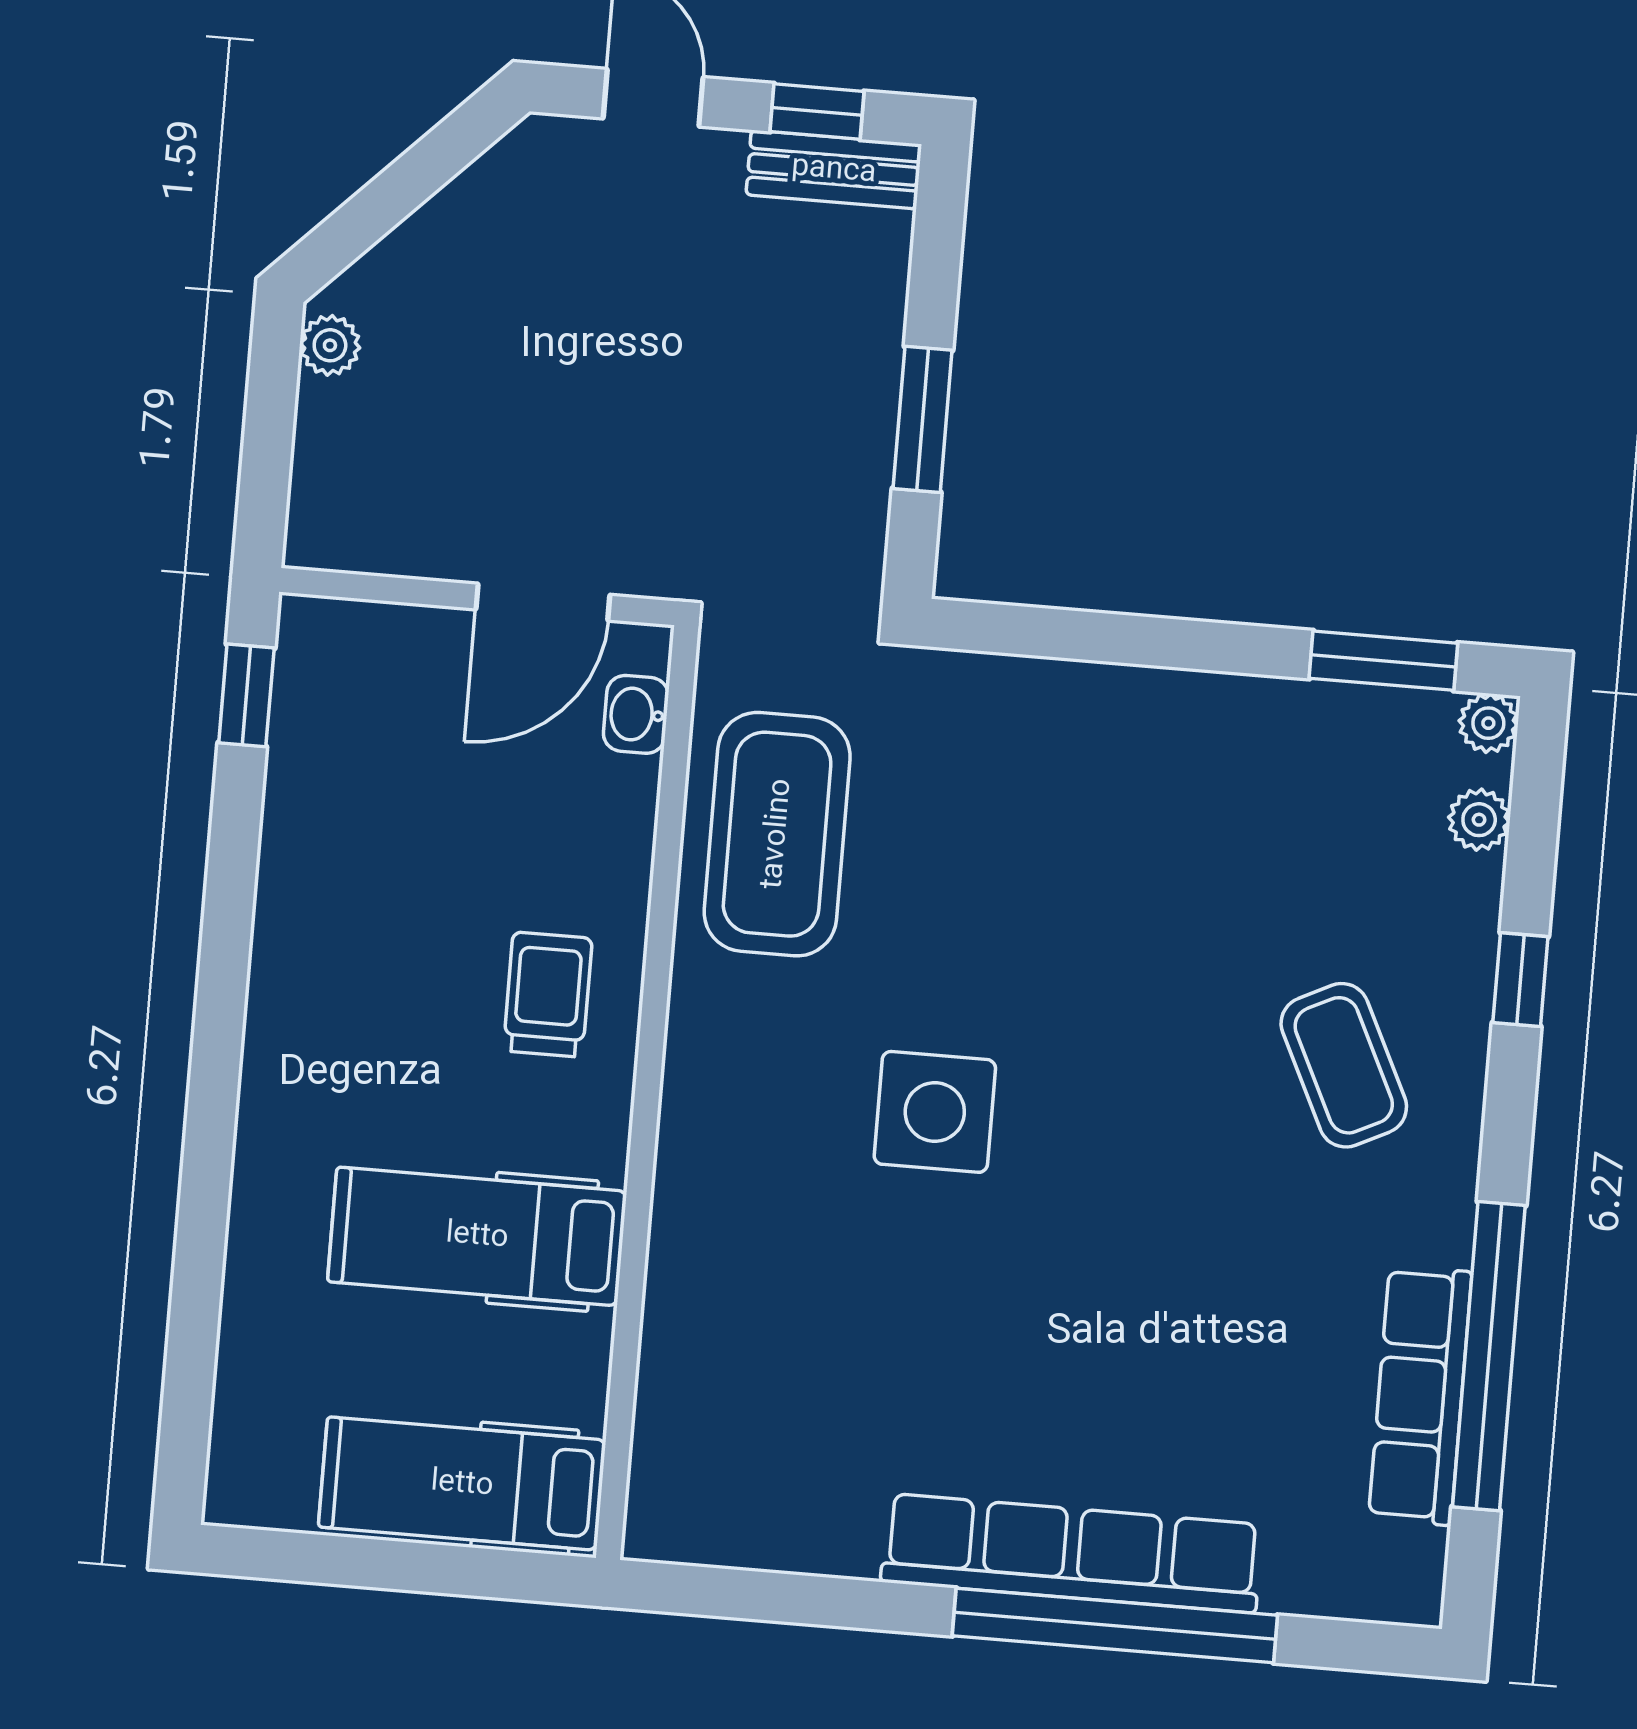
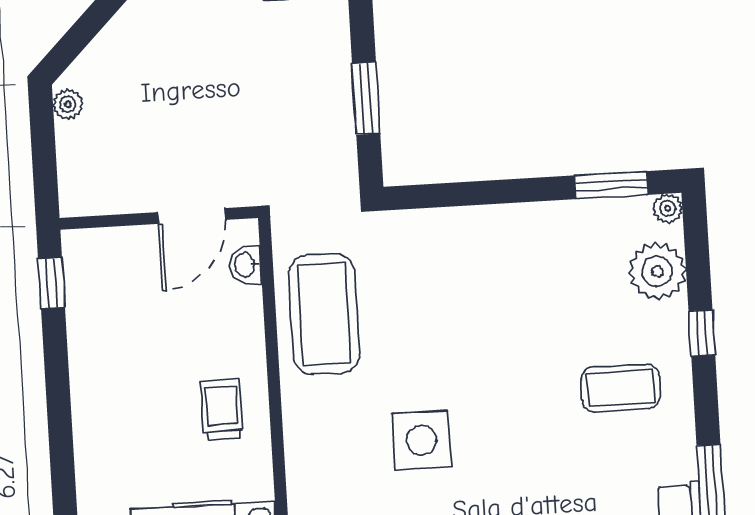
plant: (1479, 820) -> (657, 271), width x1.87, depth x1.87
coffee table: (1344, 1065) -> (621, 388), turned -64

